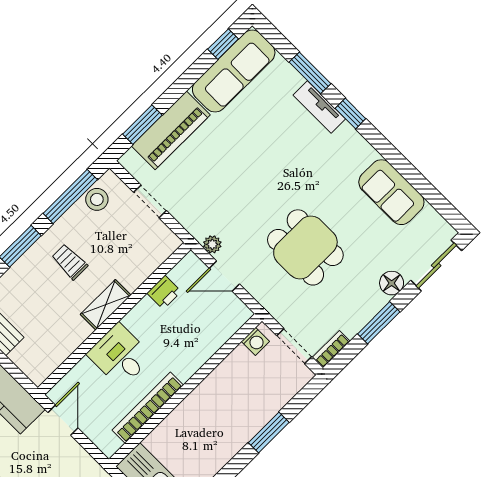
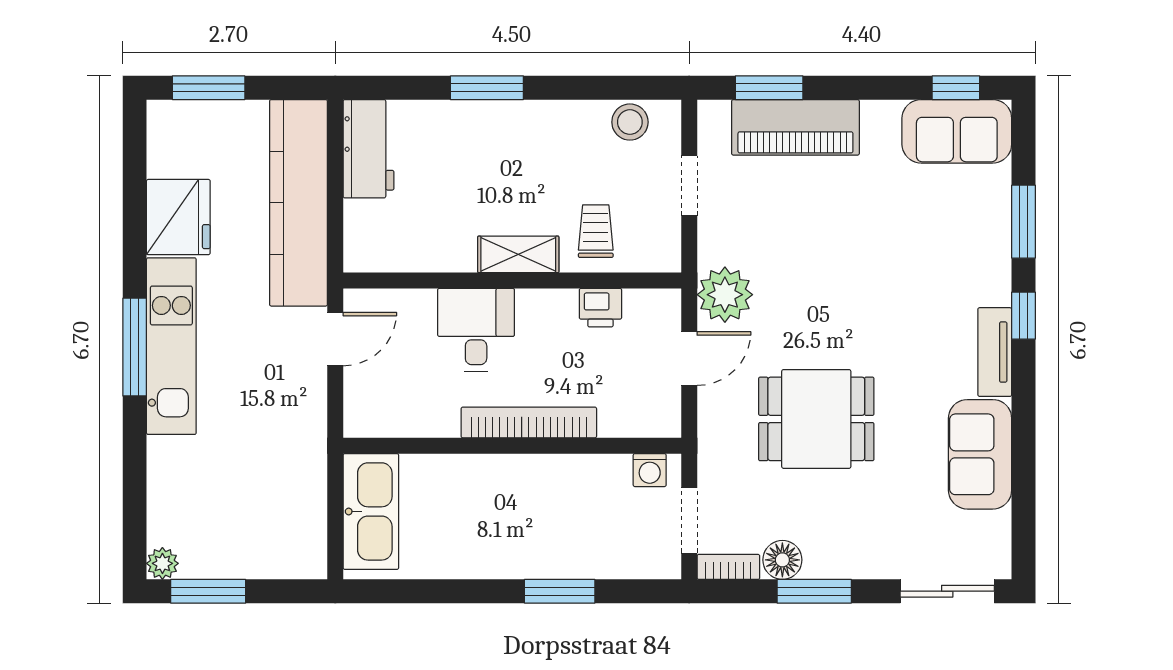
sofa: (234, 71) -> (957, 131), width x0.73
tv unit: (319, 107) -> (995, 352), moved
window: (70, 196) -> (602, 88), removed
plant: (212, 244) -> (725, 295), width x1.87, depth x1.87
dining table: (305, 247) -> (816, 419), turned 90
trolley: (70, 262) -> (596, 231), moved
door: (224, 276) -> (689, 359), swing flipped
floor lamp: (392, 283) -> (782, 560), moved
bookcase: (148, 408) -> (529, 422), moved

